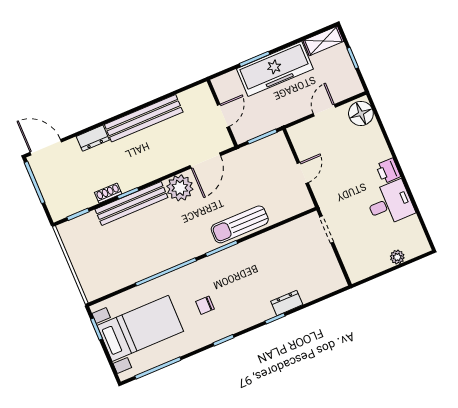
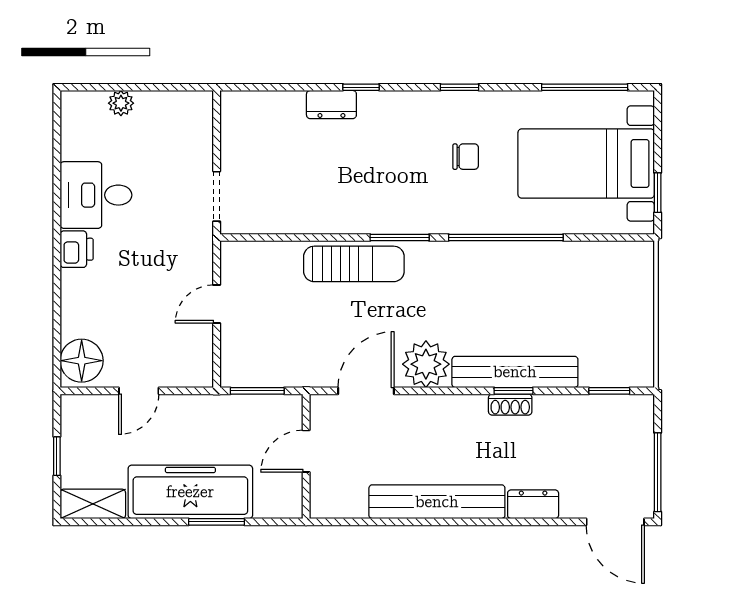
shoe rack: (108, 193) -> (510, 405), moved

